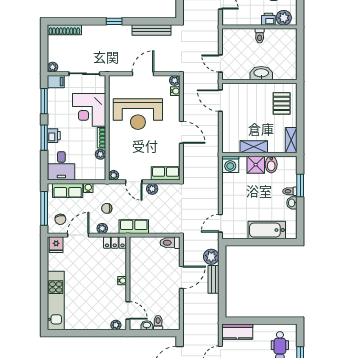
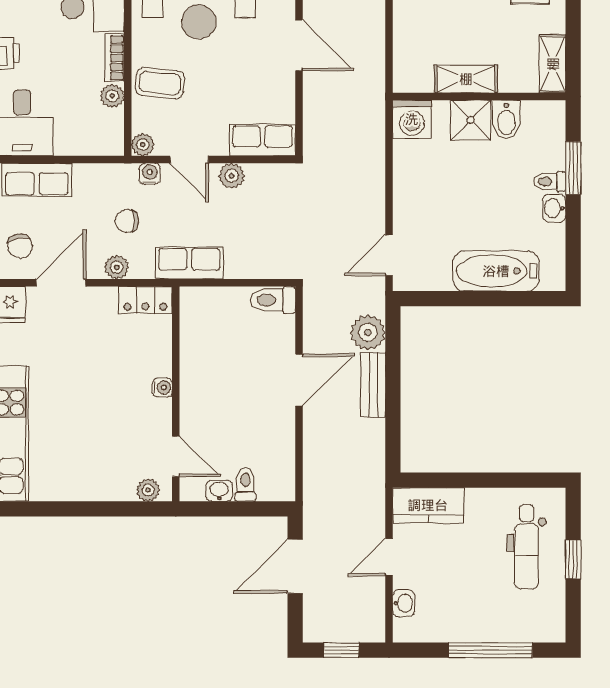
coffee table: (121, 149) -> (160, 83), added
water cooler: (88, 188) -> (150, 174), moved

